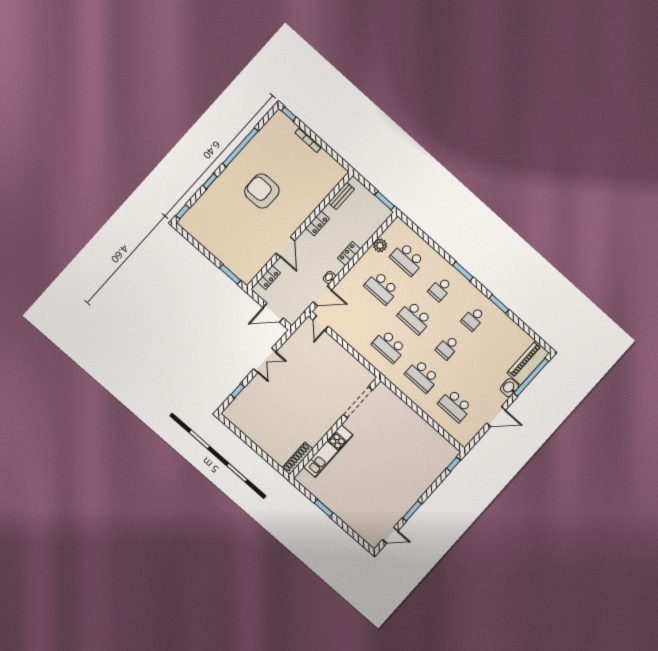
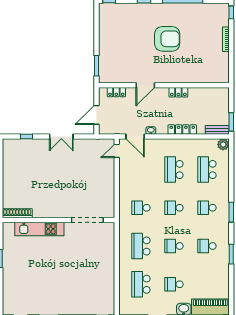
armchair: (262, 191) -> (167, 39), turned 90
bench: (341, 196) -> (217, 130), moved
plant: (380, 245) -> (223, 144), moved
locker: (349, 254) -> (182, 130), width x1.53
door: (273, 313) -> (96, 115), hinge flipped
school desk: (415, 318) -> (174, 208), width x0.54
school desk: (389, 346) -> (141, 208), width x0.54
school desk: (481, 377) -> (174, 284), added

